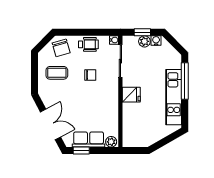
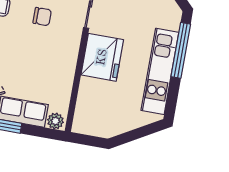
fridge: (131, 95) -> (102, 57), width x1.88, depth x1.34

